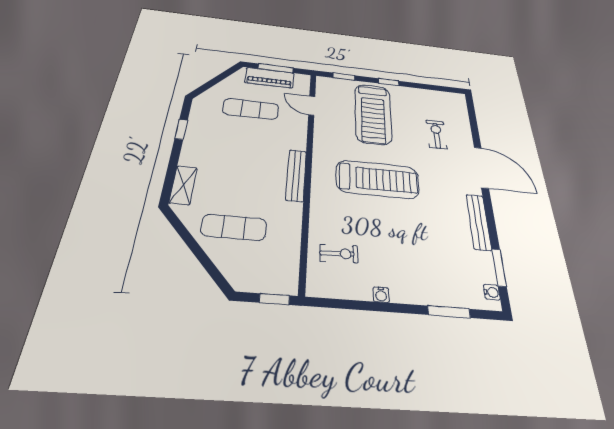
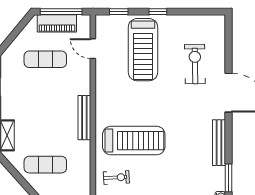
window: (276, 68) -> (61, 12), width x1.44
exercise bike: (436, 134) -> (195, 64), width x1.38, depth x1.39
treadmill: (378, 179) -> (134, 141), moved

